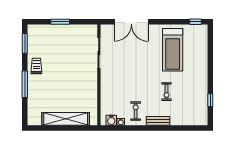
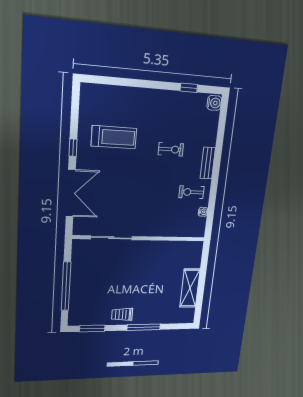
window: (60, 22) -> (66, 286), width x2.11
window: (195, 22) -> (73, 148), moved
treadmill: (173, 50) -> (114, 137), width x0.73, depth x0.73
shelving: (66, 119) -> (190, 288), width x0.68
water cooler: (111, 120) -> (214, 103), moved

